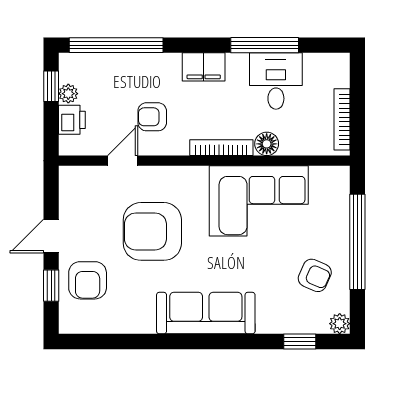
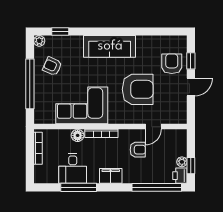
printer: (72, 120) -> (180, 176), moved

